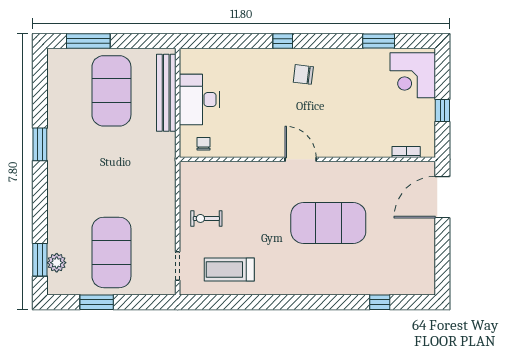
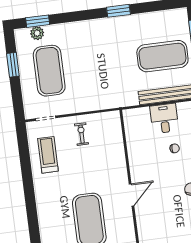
desk: (199, 100) -> (164, 118), width x0.73
chair: (204, 144) -> (175, 148), moved
exercise mat: (111, 252) -> (49, 71), turned 90

